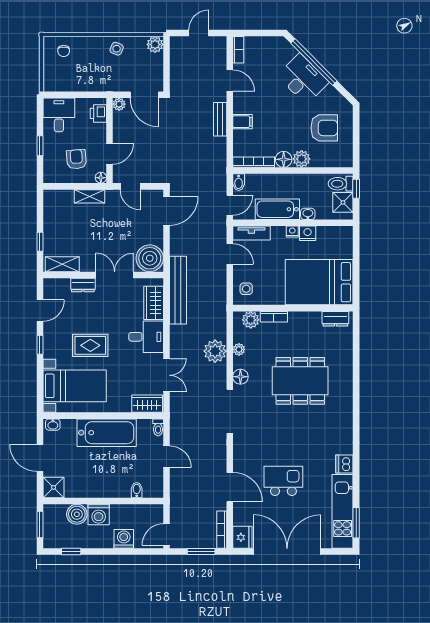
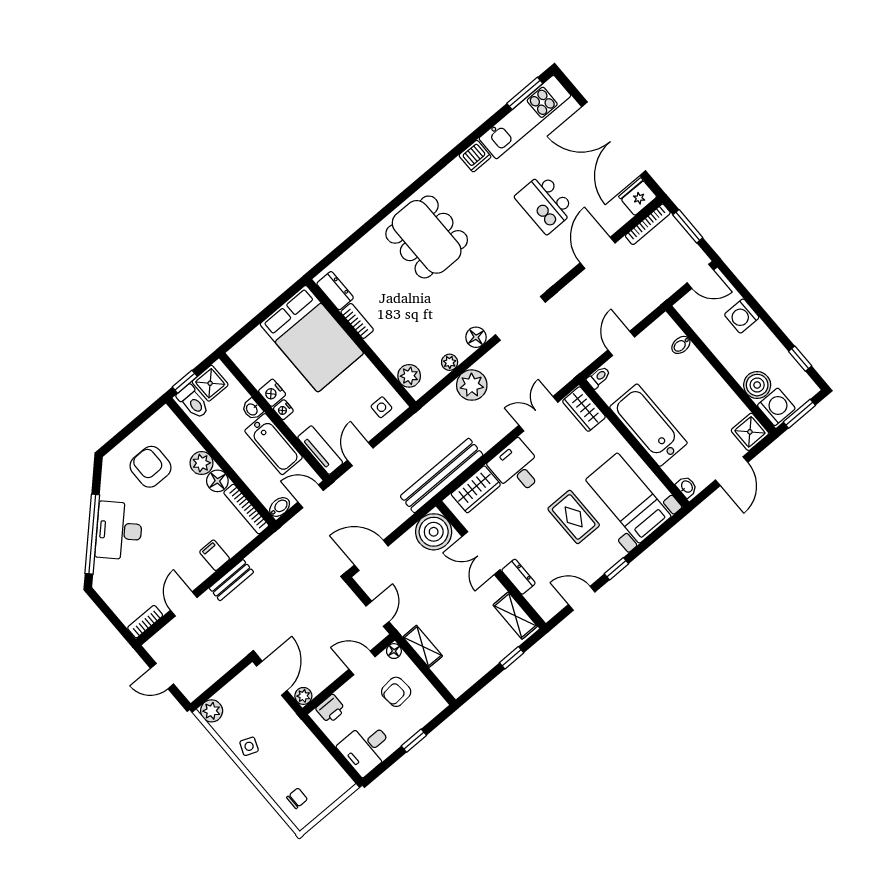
bookcase: (274, 317) -> (357, 321), moved
dining table: (300, 381) -> (427, 237), moved
washing machine: (99, 515) -> (776, 407), moved

